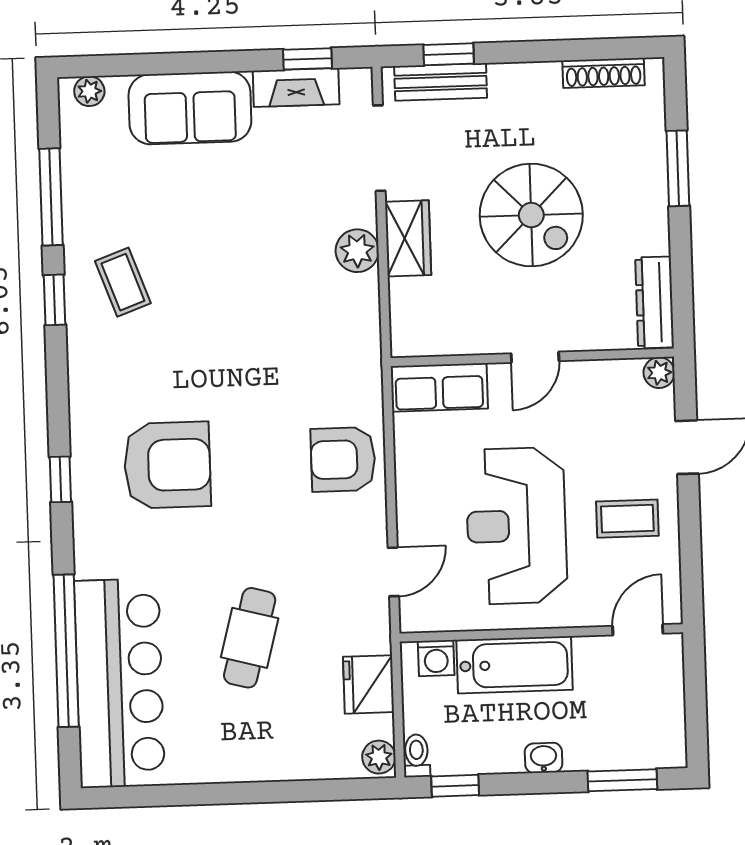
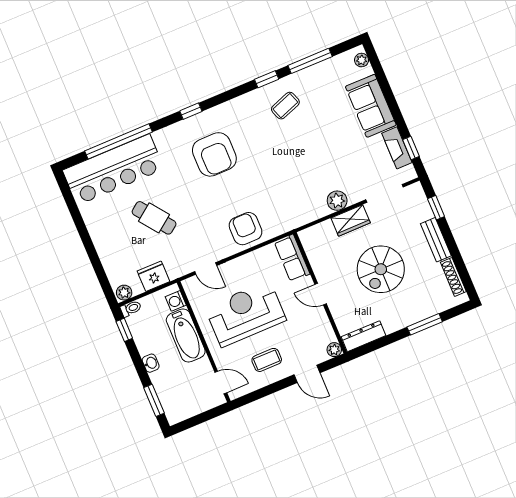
bench: (441, 82) -> (436, 240), moved
coffee table: (627, 519) -> (267, 360), turned 90
cafe table: (250, 638) -> (154, 218), turned 38

